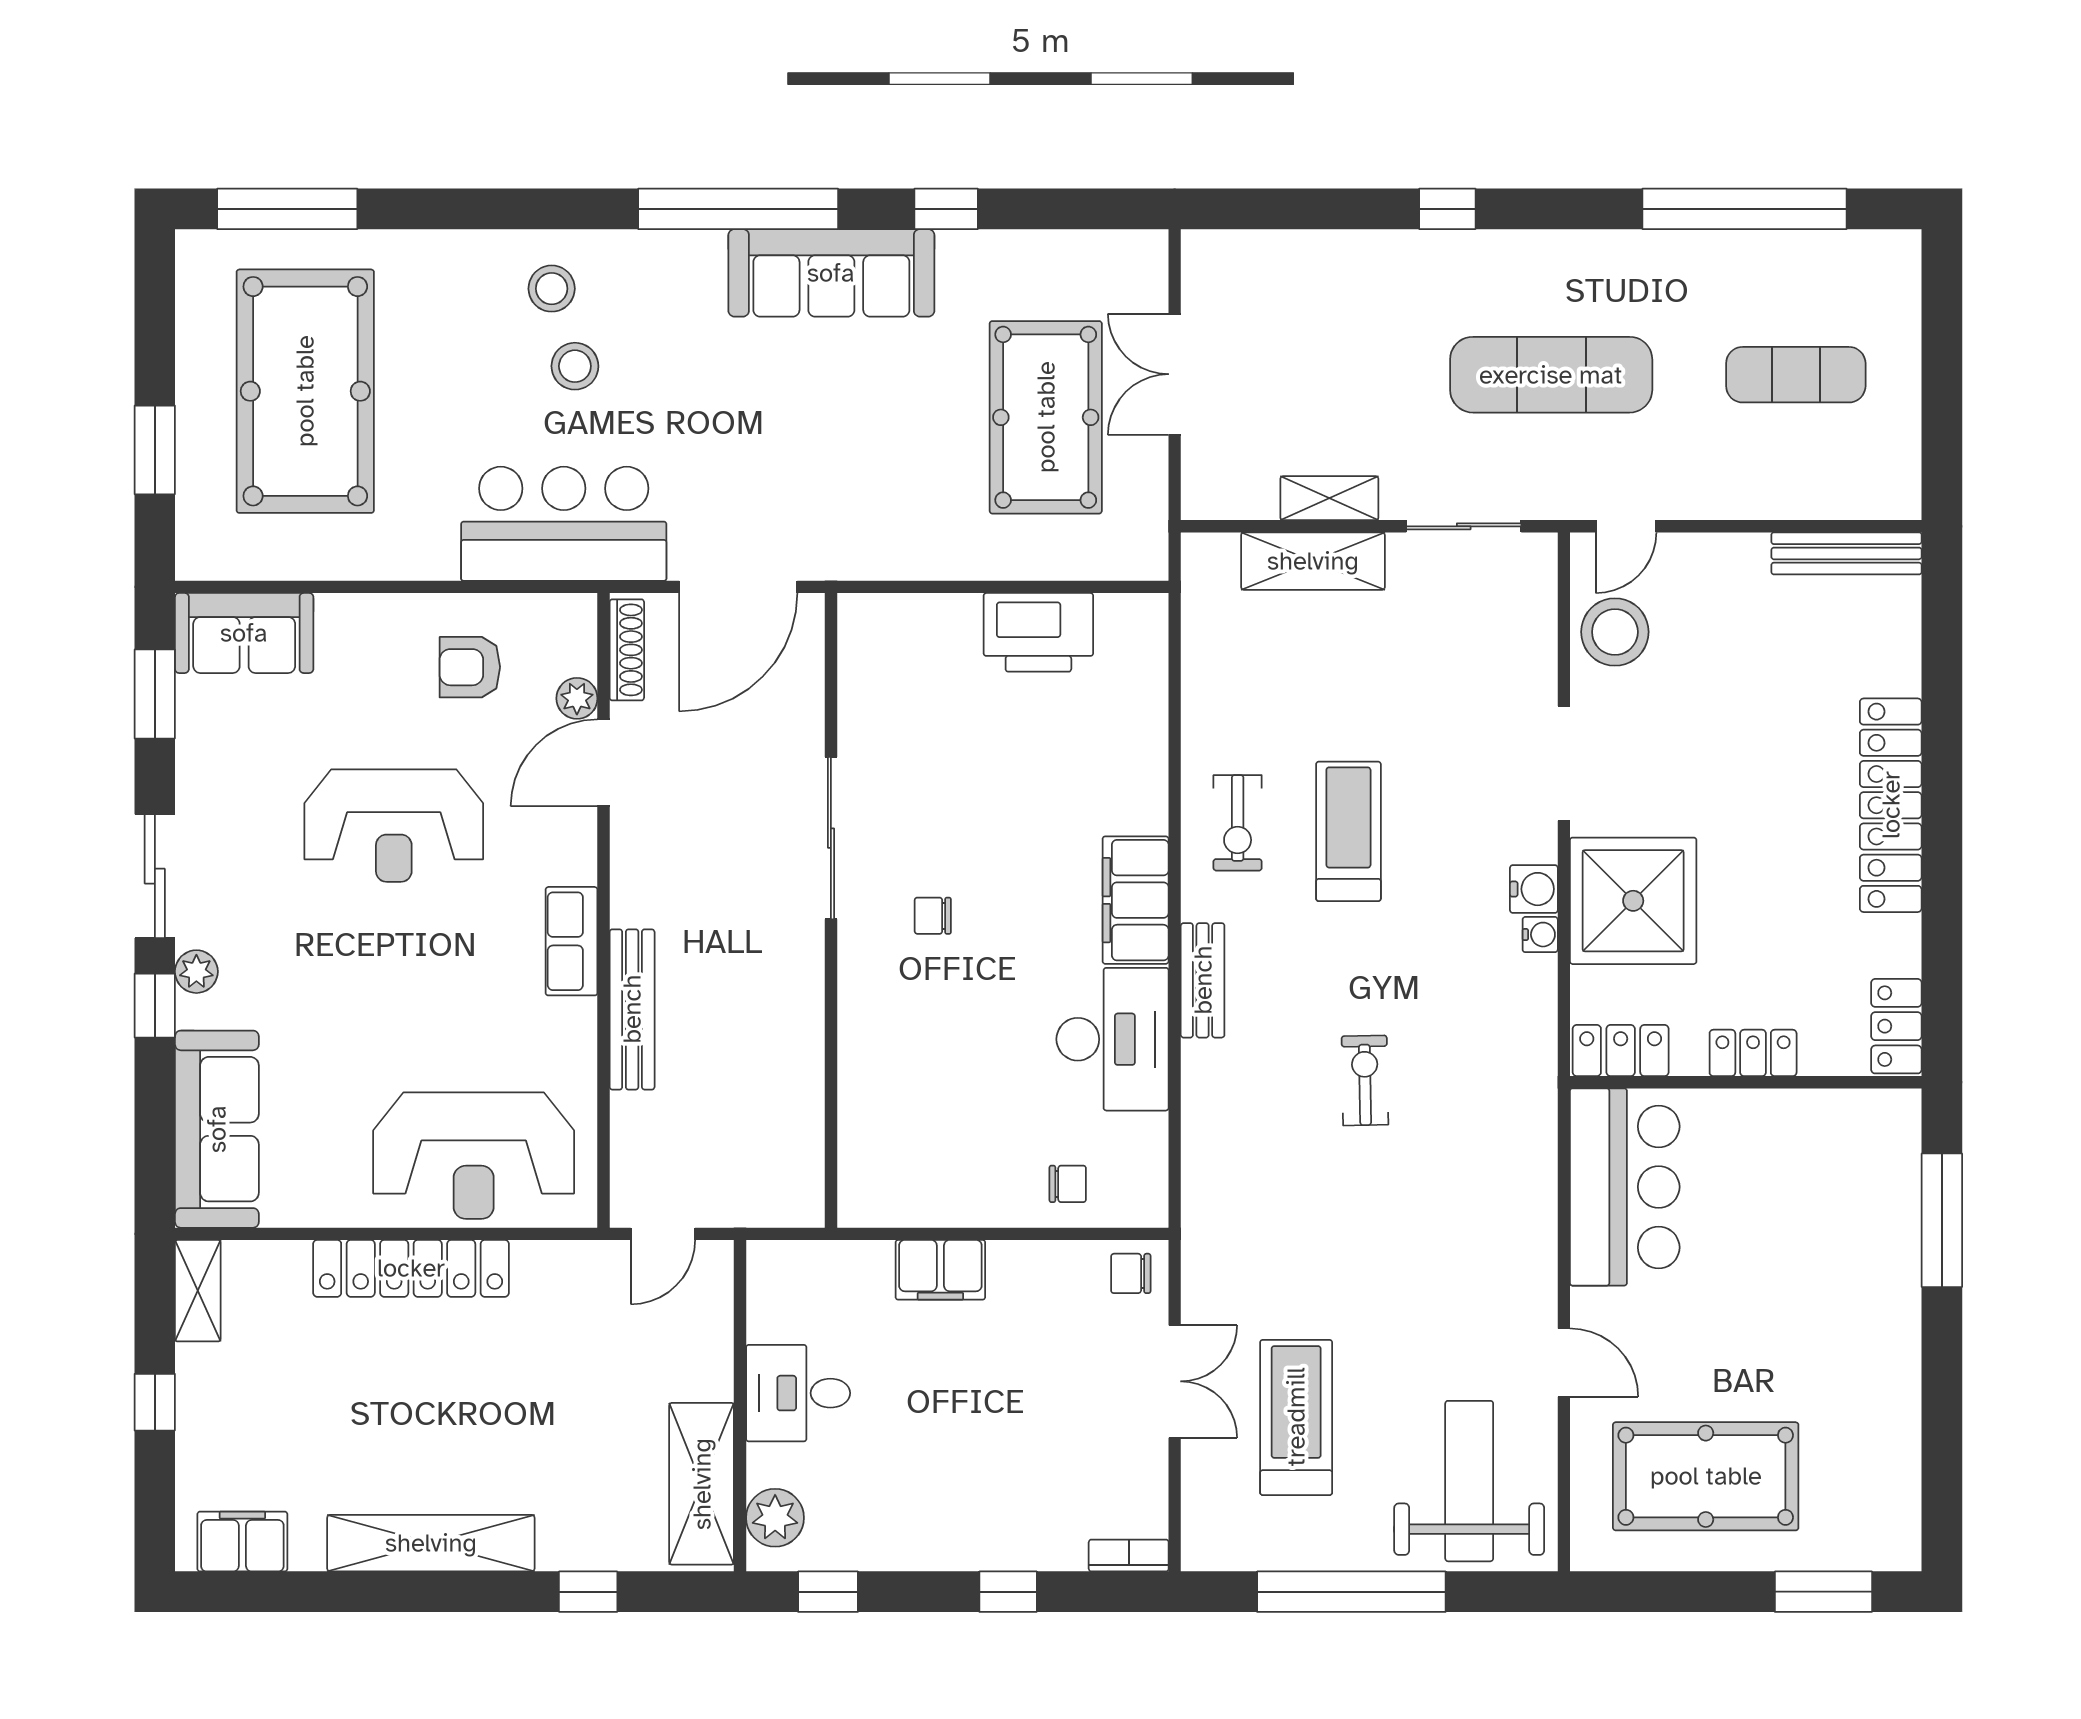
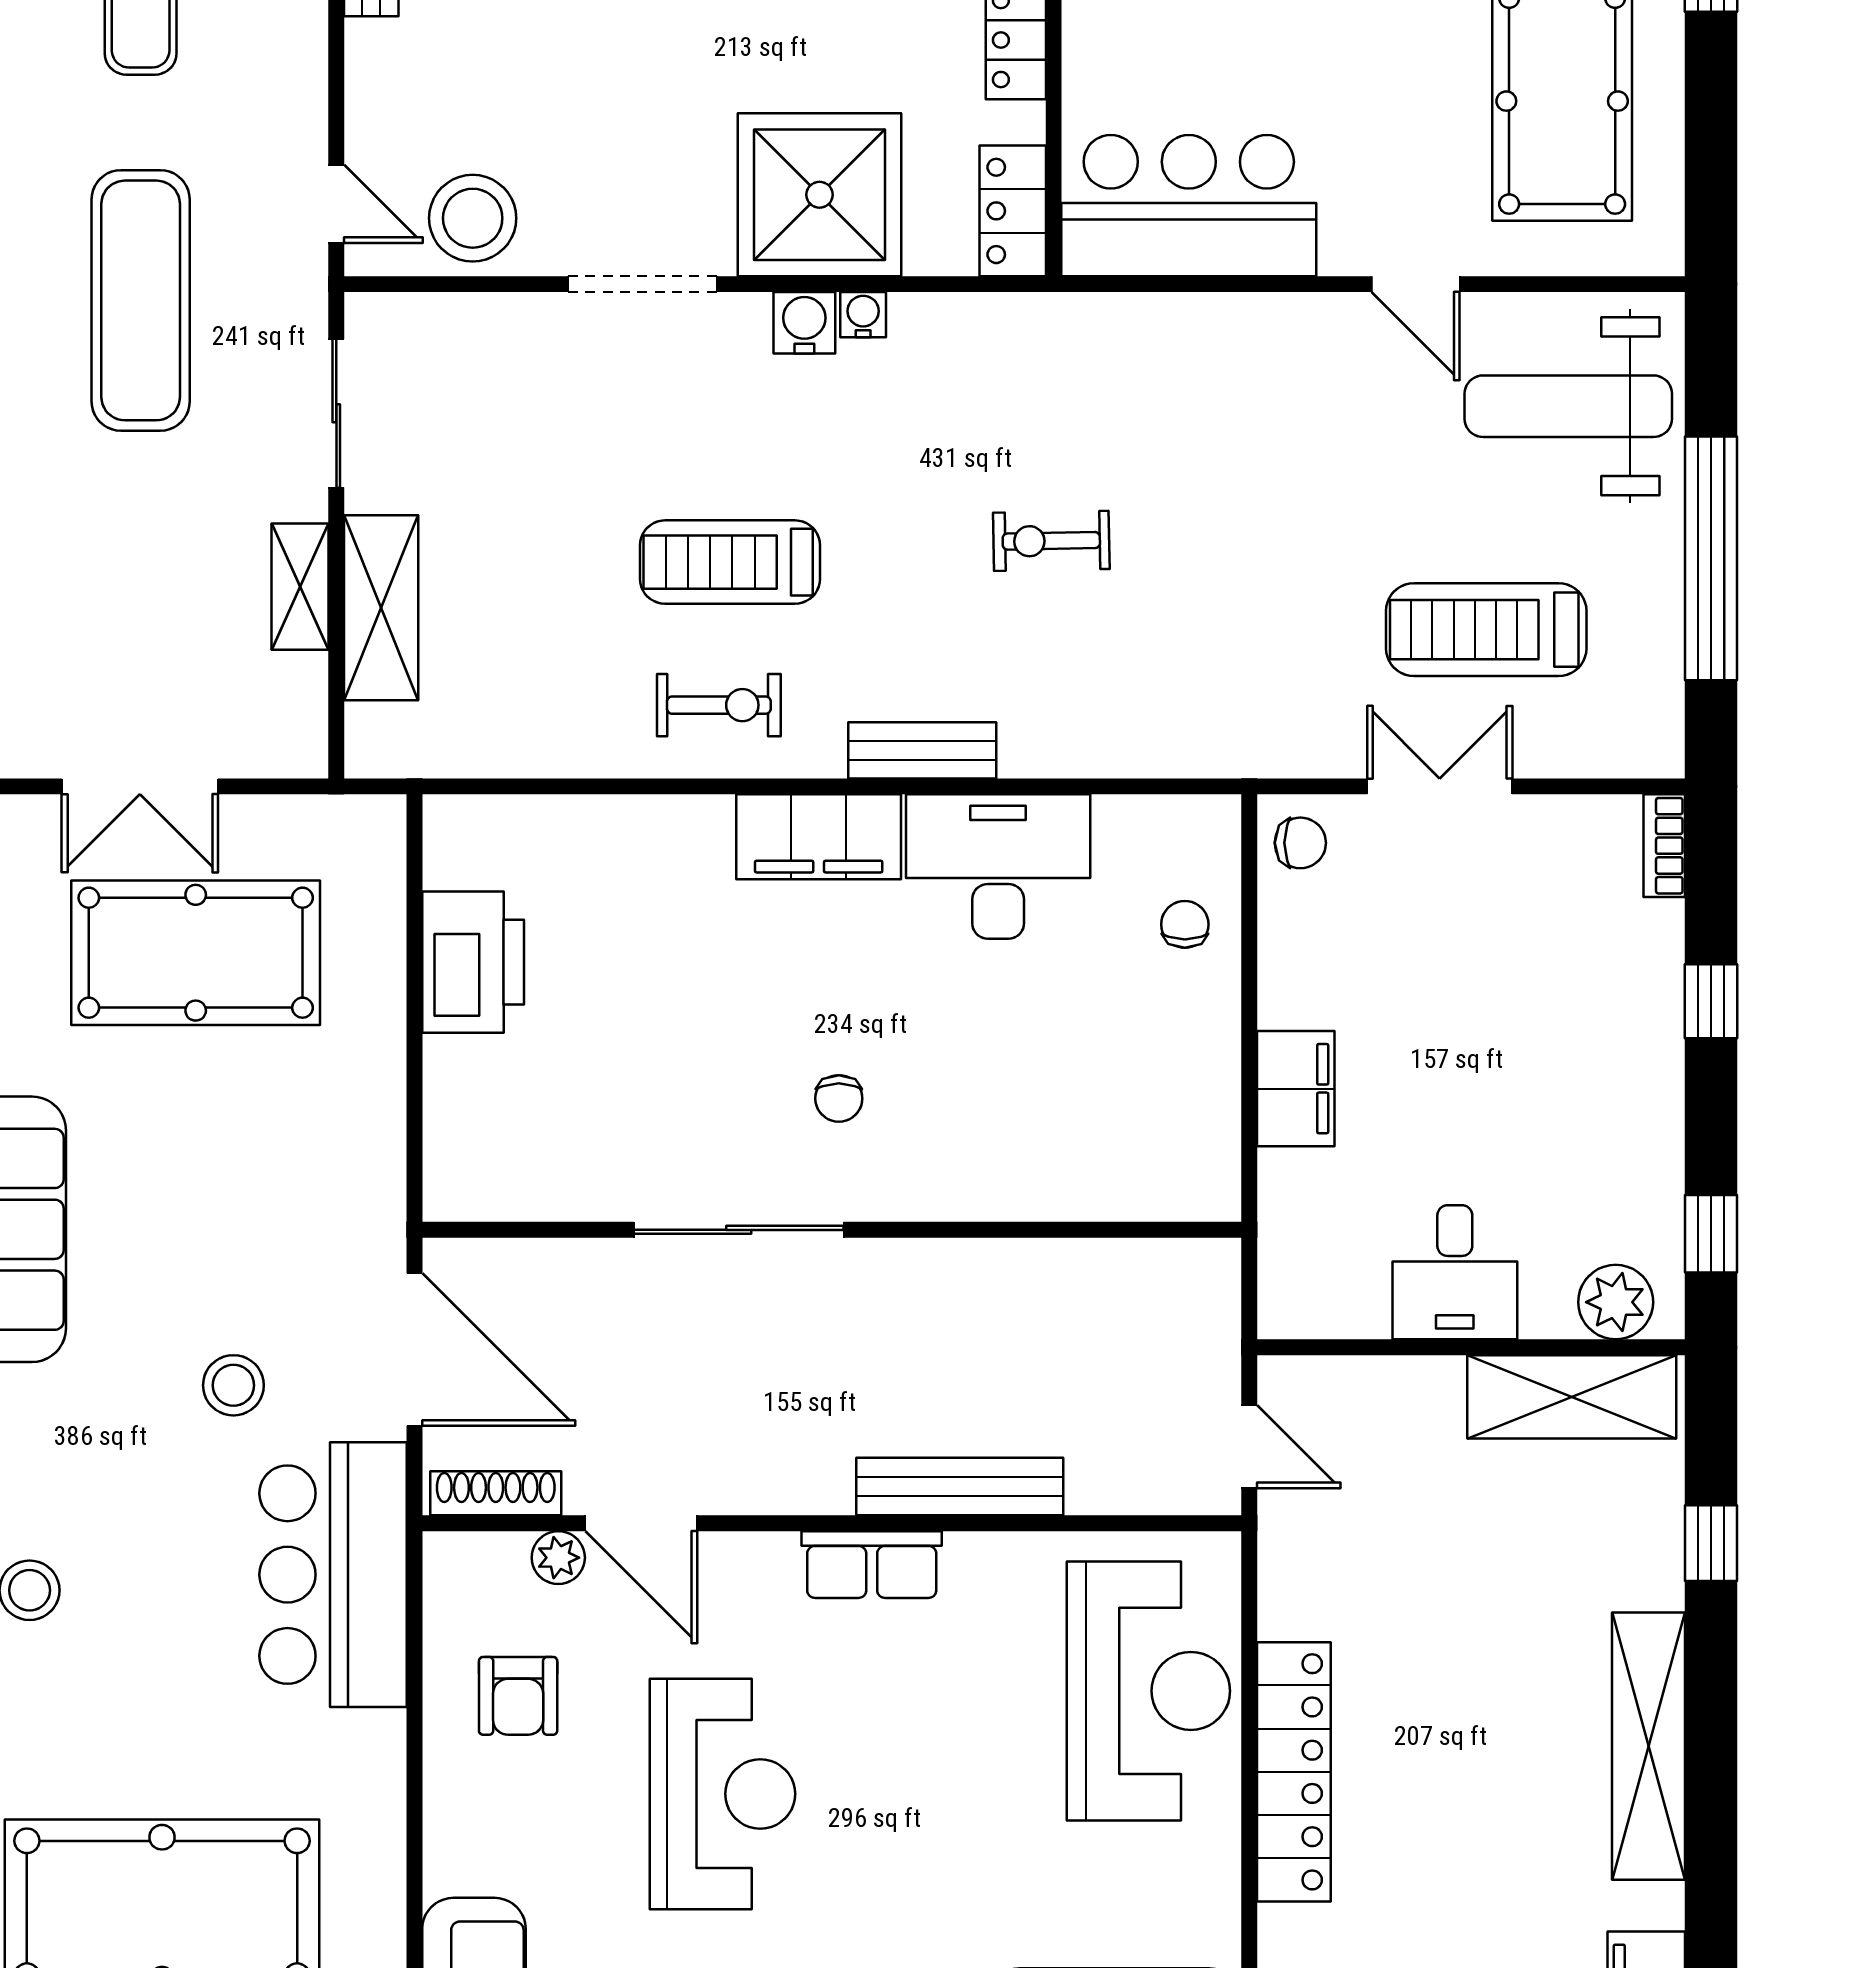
stool: (575, 366) -> (233, 1385), moved
chair: (1131, 1273) -> (1300, 843), turned -90
door: (1564, 1363) -> (1416, 284), swing flipped

